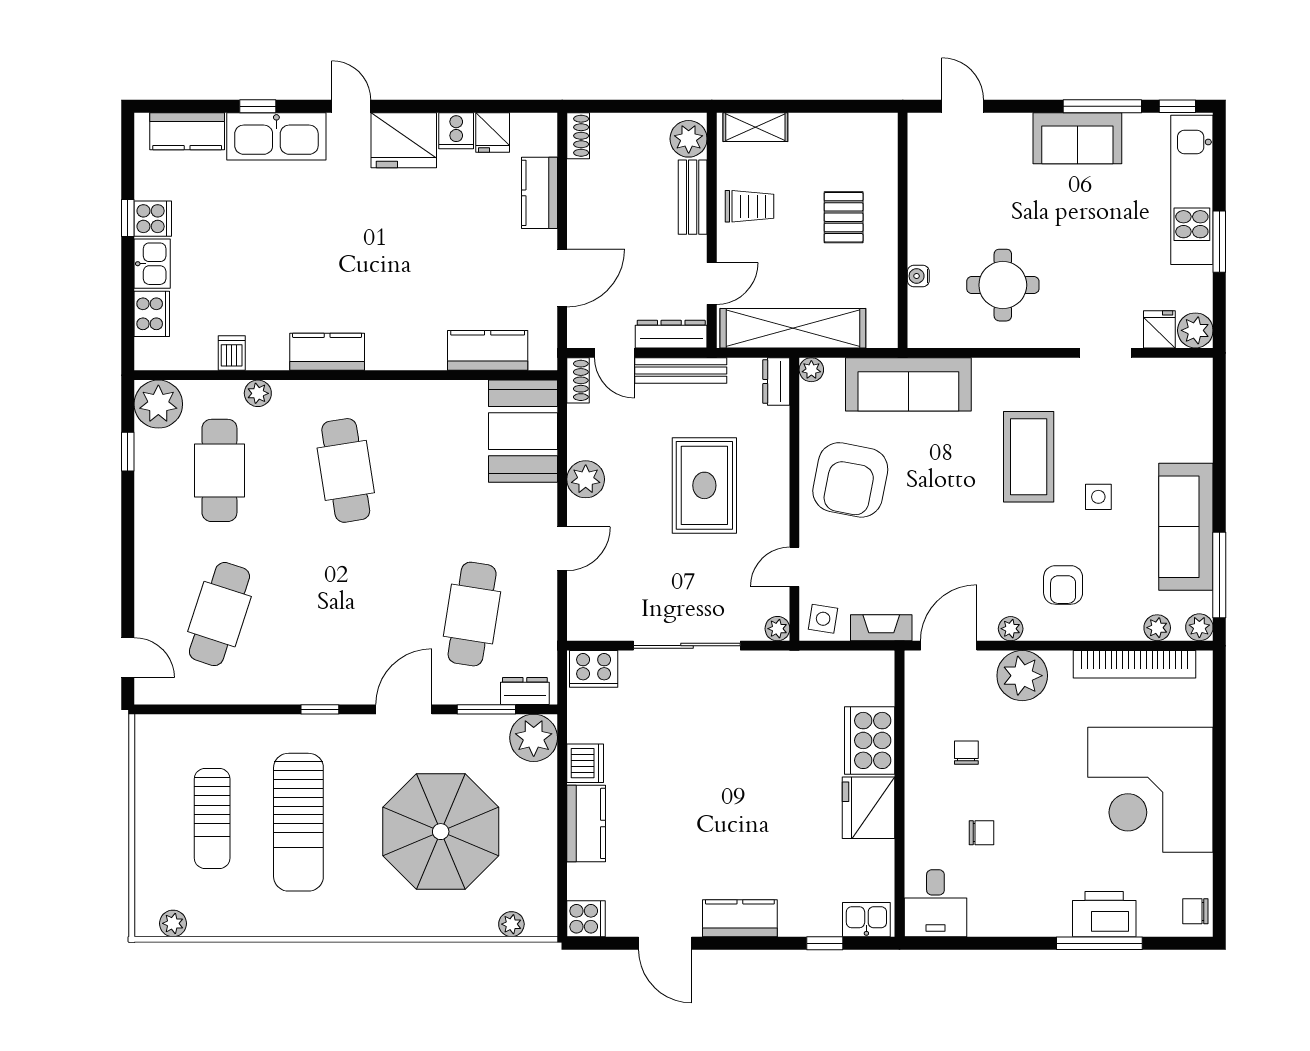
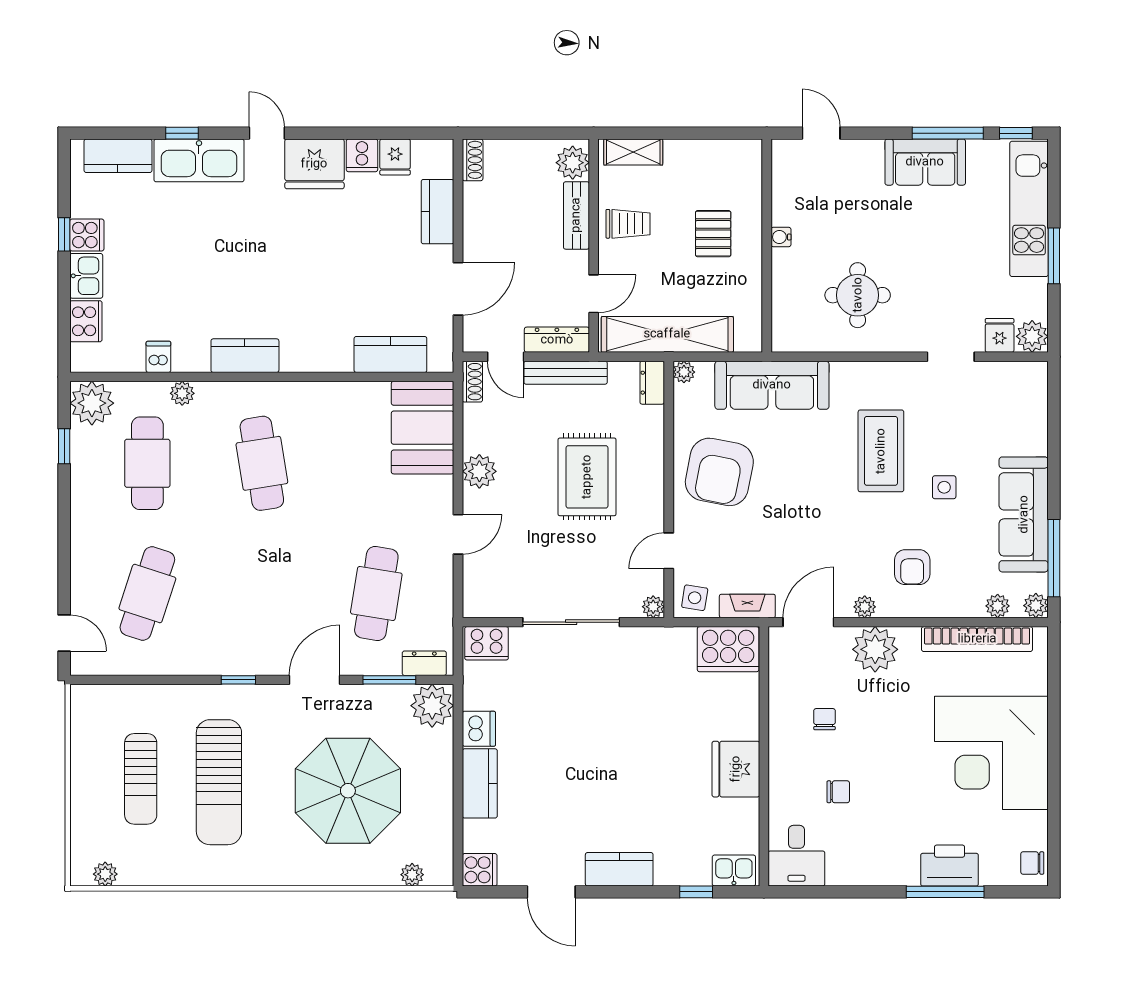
water cooler: (918, 276) -> (781, 237), moved
cooker: (870, 740) -> (728, 649), moved, turned -90

